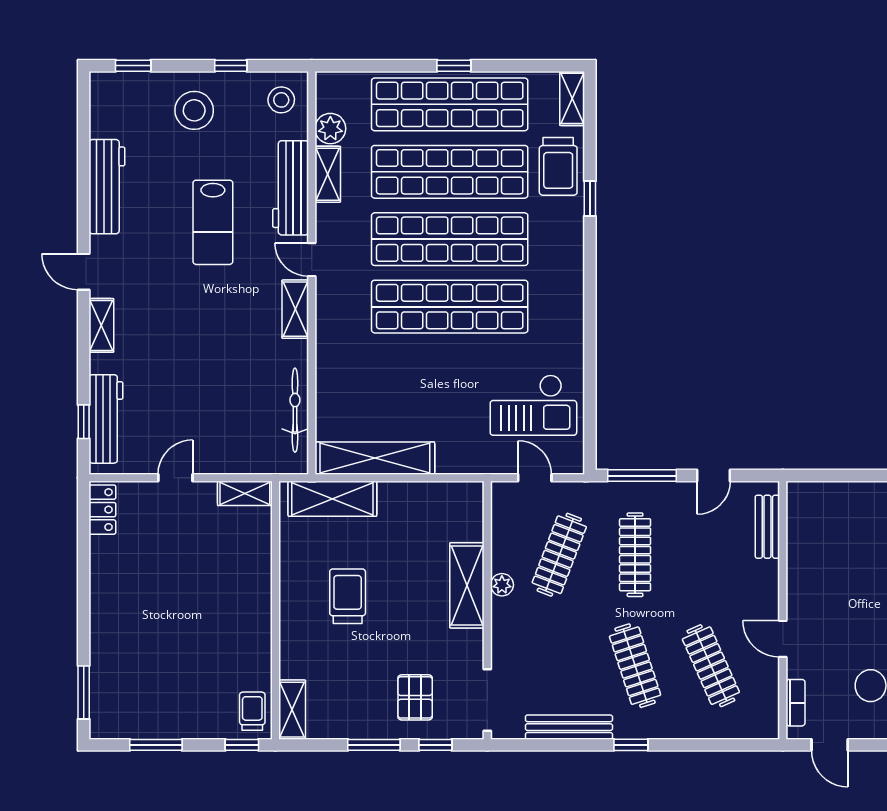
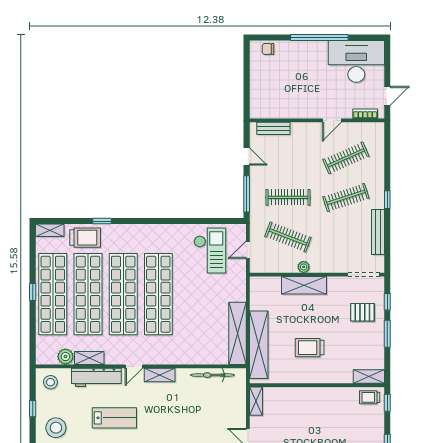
shelving: (332, 499) -> (259, 345), width x1.47

